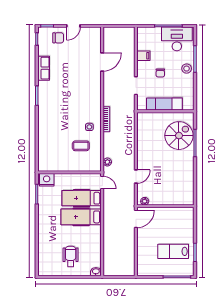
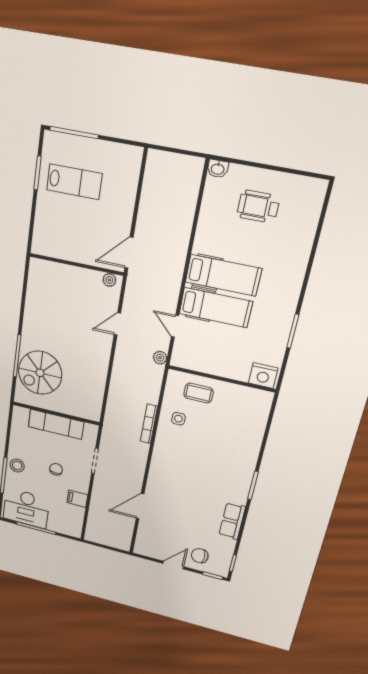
wall: (69, 172) -> (222, 379), moved
nightstand: (47, 180) -> (263, 376), moved
wheelchair: (71, 256) -> (258, 206), turned 90

